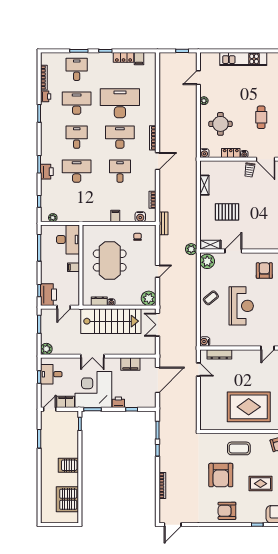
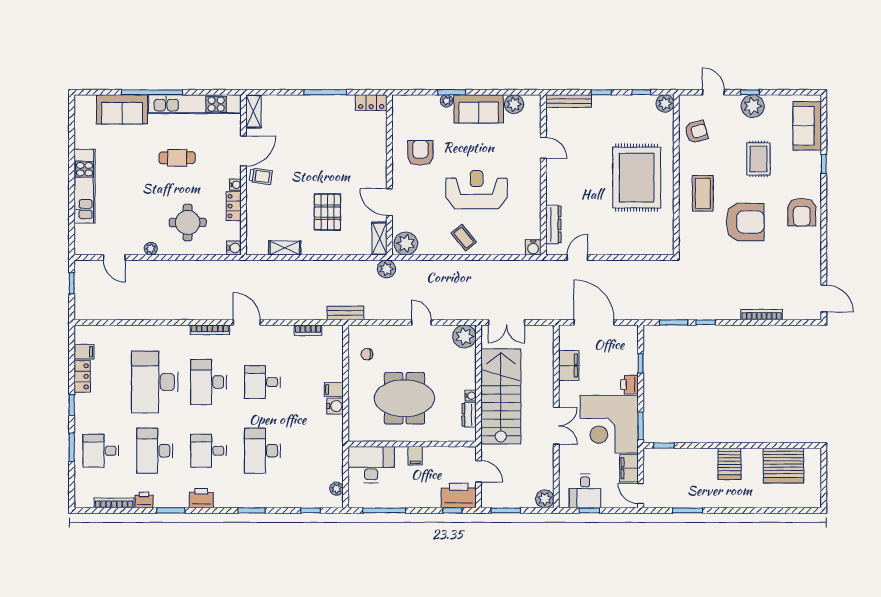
printer: (47, 172) -> (201, 498), moved
water cooler: (140, 217) -> (335, 406), moved
armchair: (264, 271) -> (420, 153), turned 90

